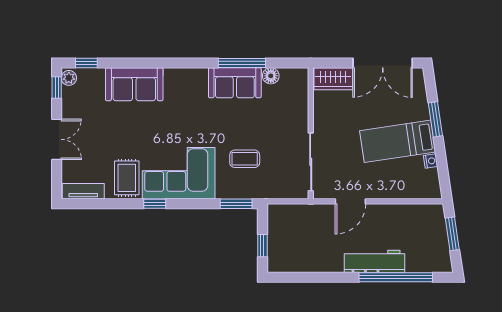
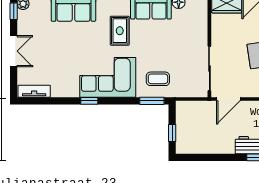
coffee table: (245, 159) -> (158, 79), moved
rug: (127, 178) -> (120, 31), moved
door: (350, 201) -> (228, 99), moved

